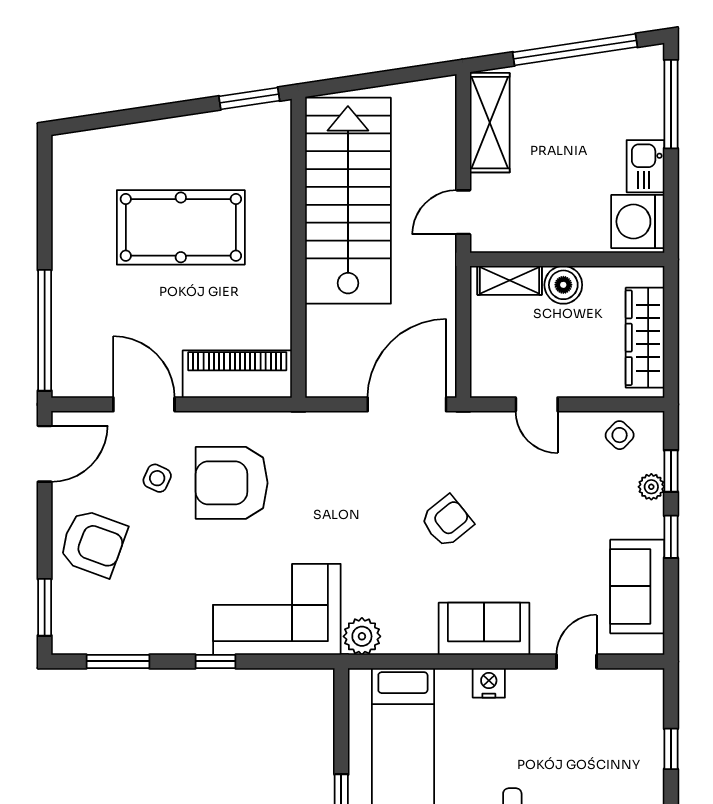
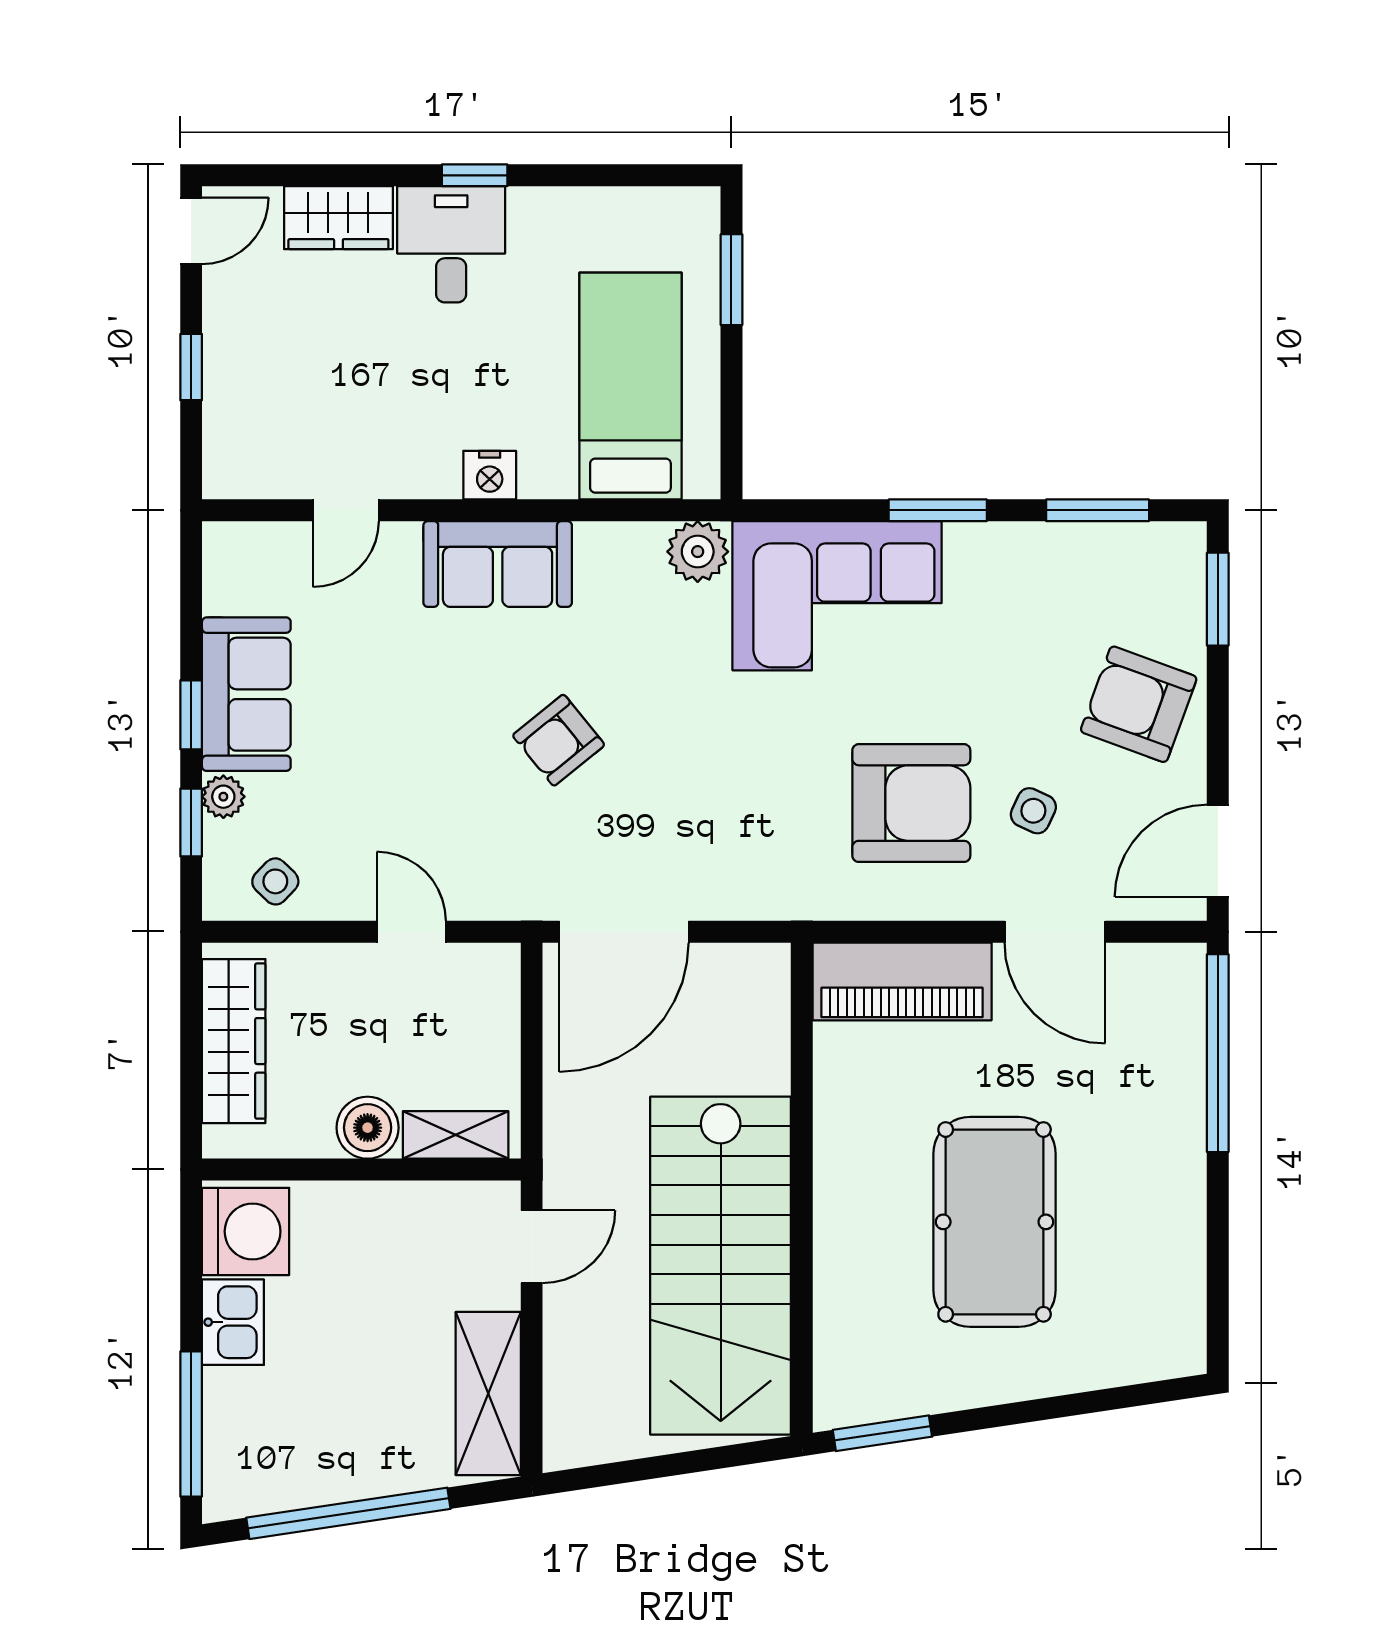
pool table: (181, 227) -> (995, 1222), turned 90
sofa: (637, 586) -> (246, 694), moved
window: (215, 661) -> (938, 510), width x1.50

